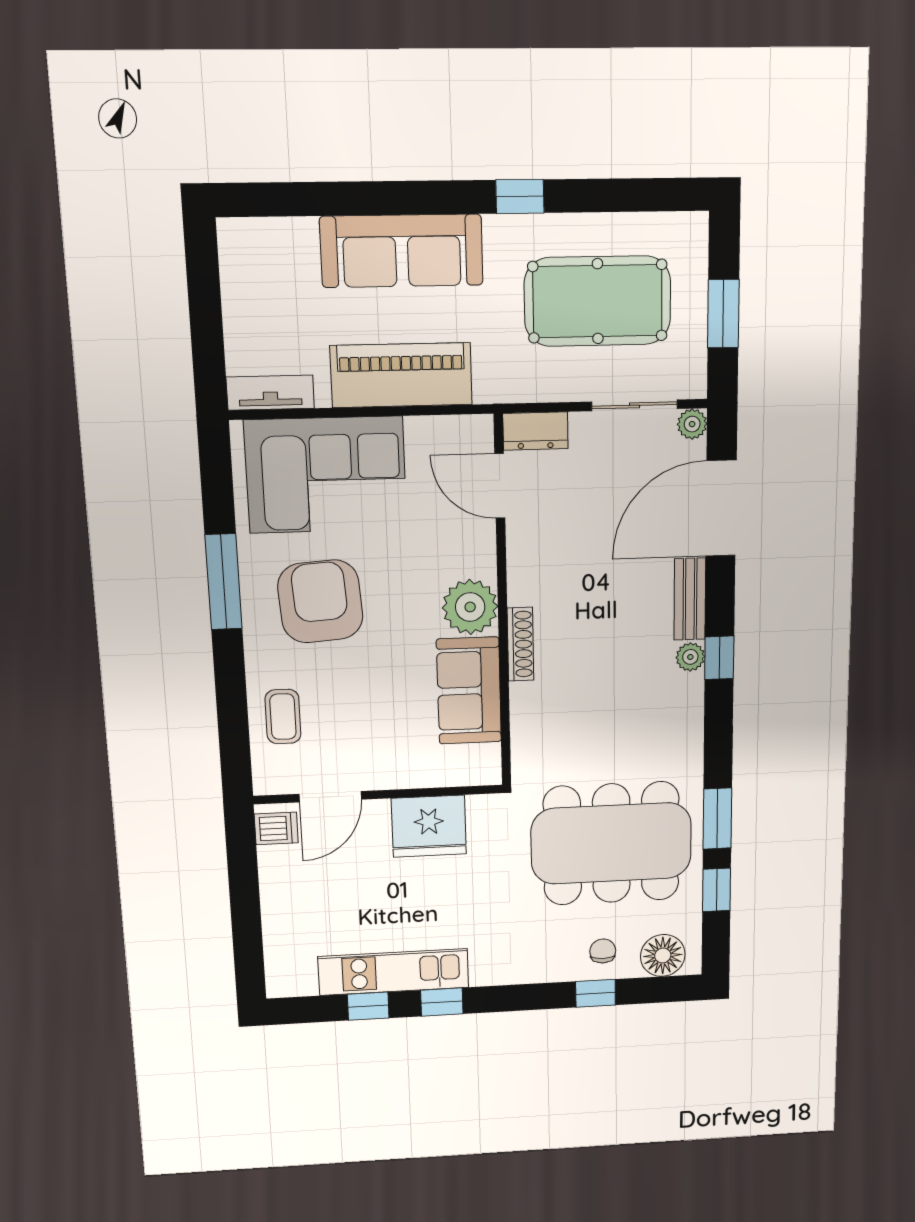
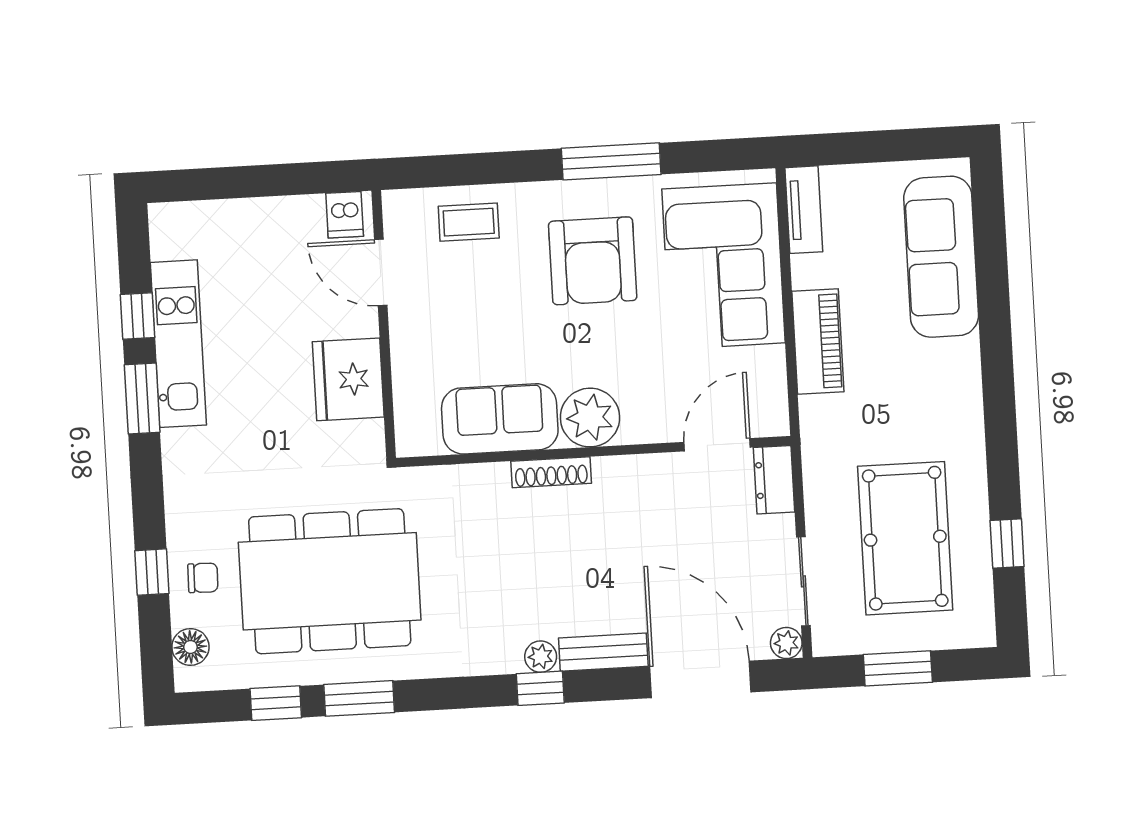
window: (520, 196) -> (1007, 543), moved
sofa: (402, 251) -> (941, 257), moved
piano: (401, 375) -> (818, 342), width x0.73, depth x0.75
armchair: (320, 601) -> (593, 261), turned 94
dining table: (611, 843) -> (330, 581), turned 90
floor lamp: (663, 955) -> (190, 647), width x0.73, depth x0.73
window: (442, 1002) -> (142, 398), width x1.50

